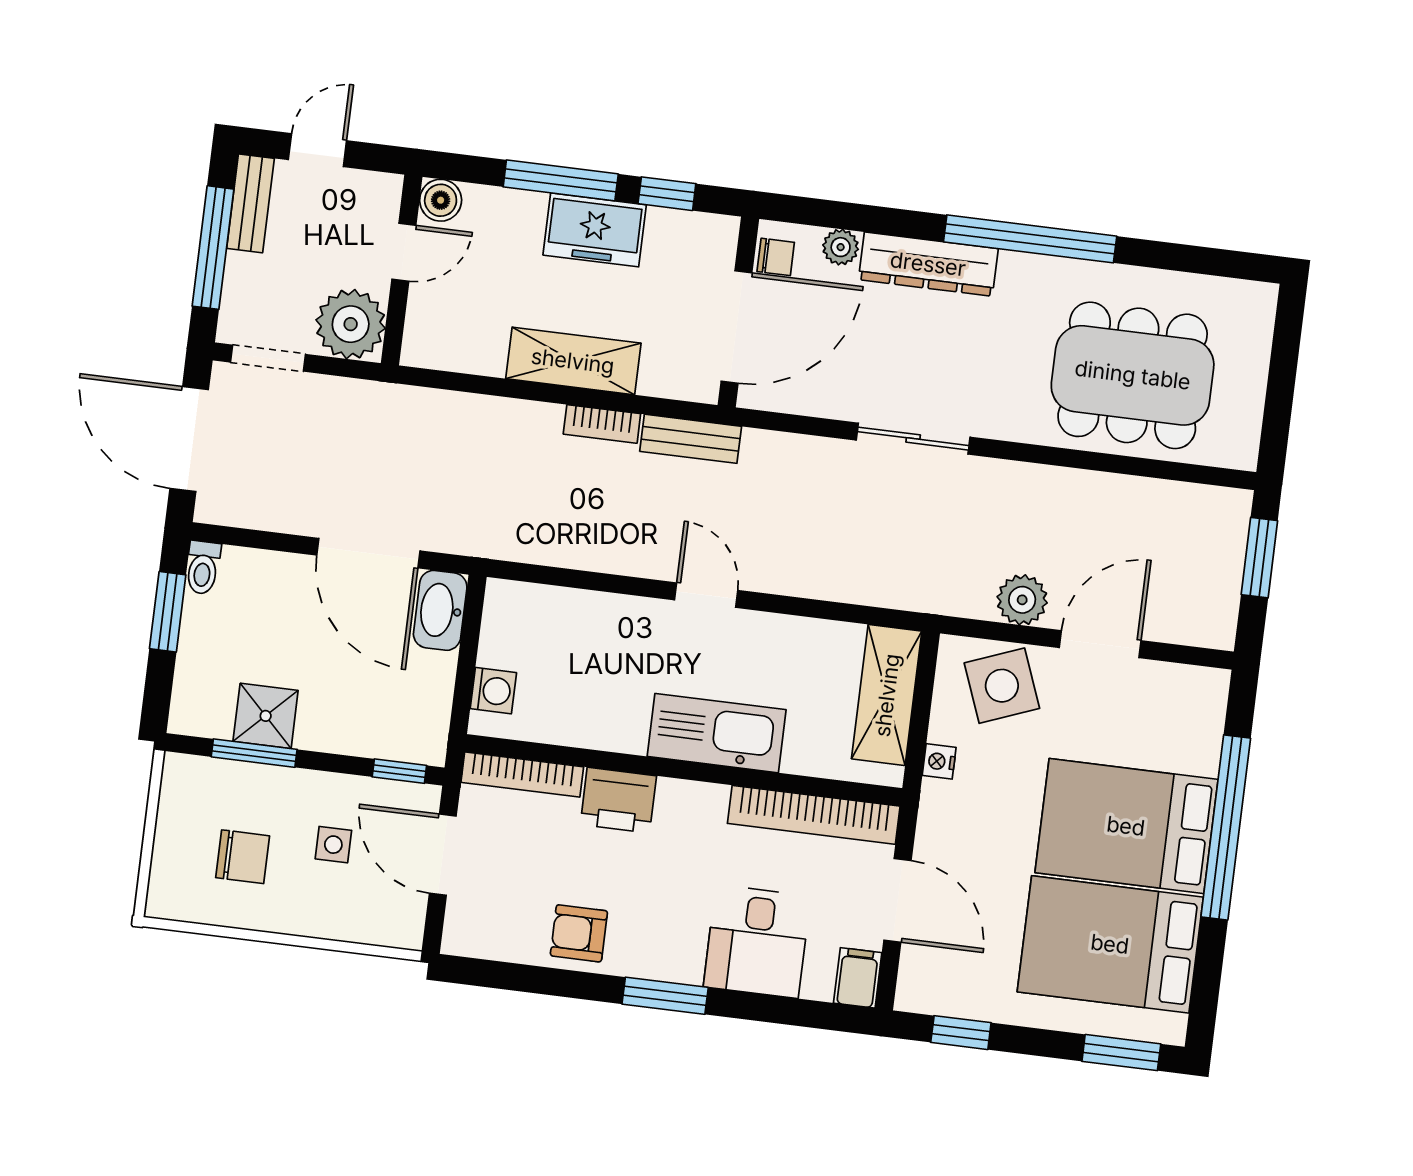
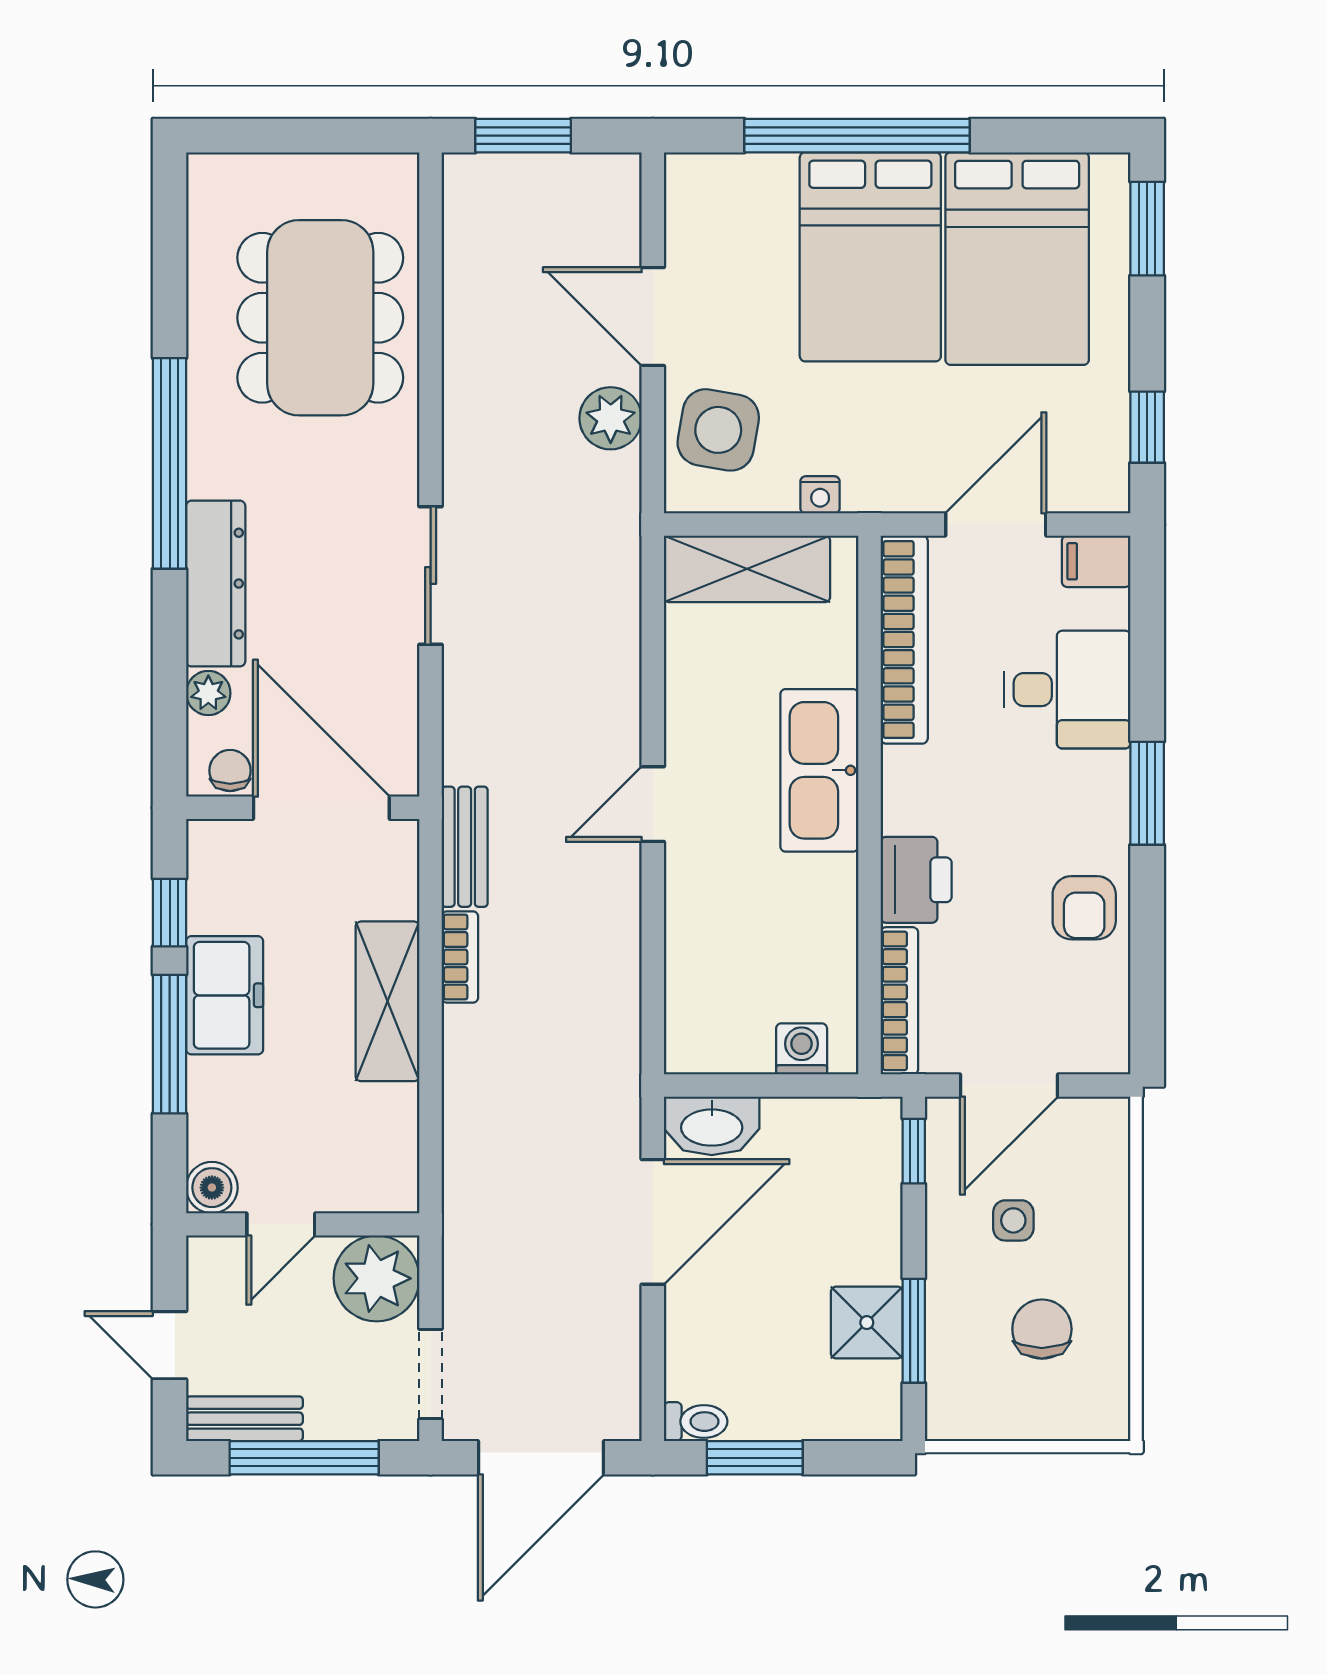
door: (404, 252) -> (281, 1224), swing flipped
side table: (1002, 686) -> (718, 430), turned 31

